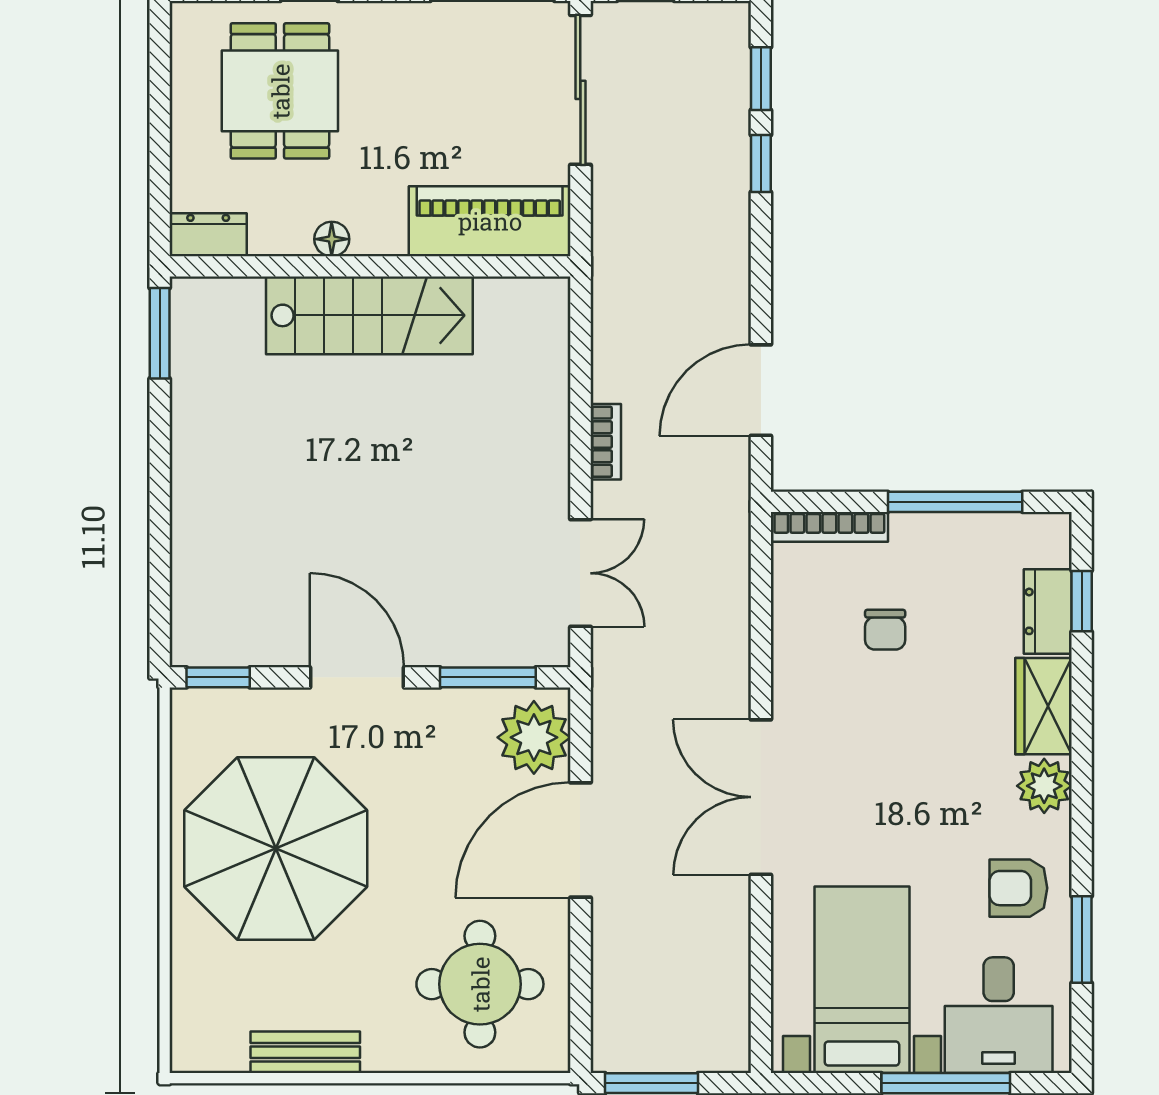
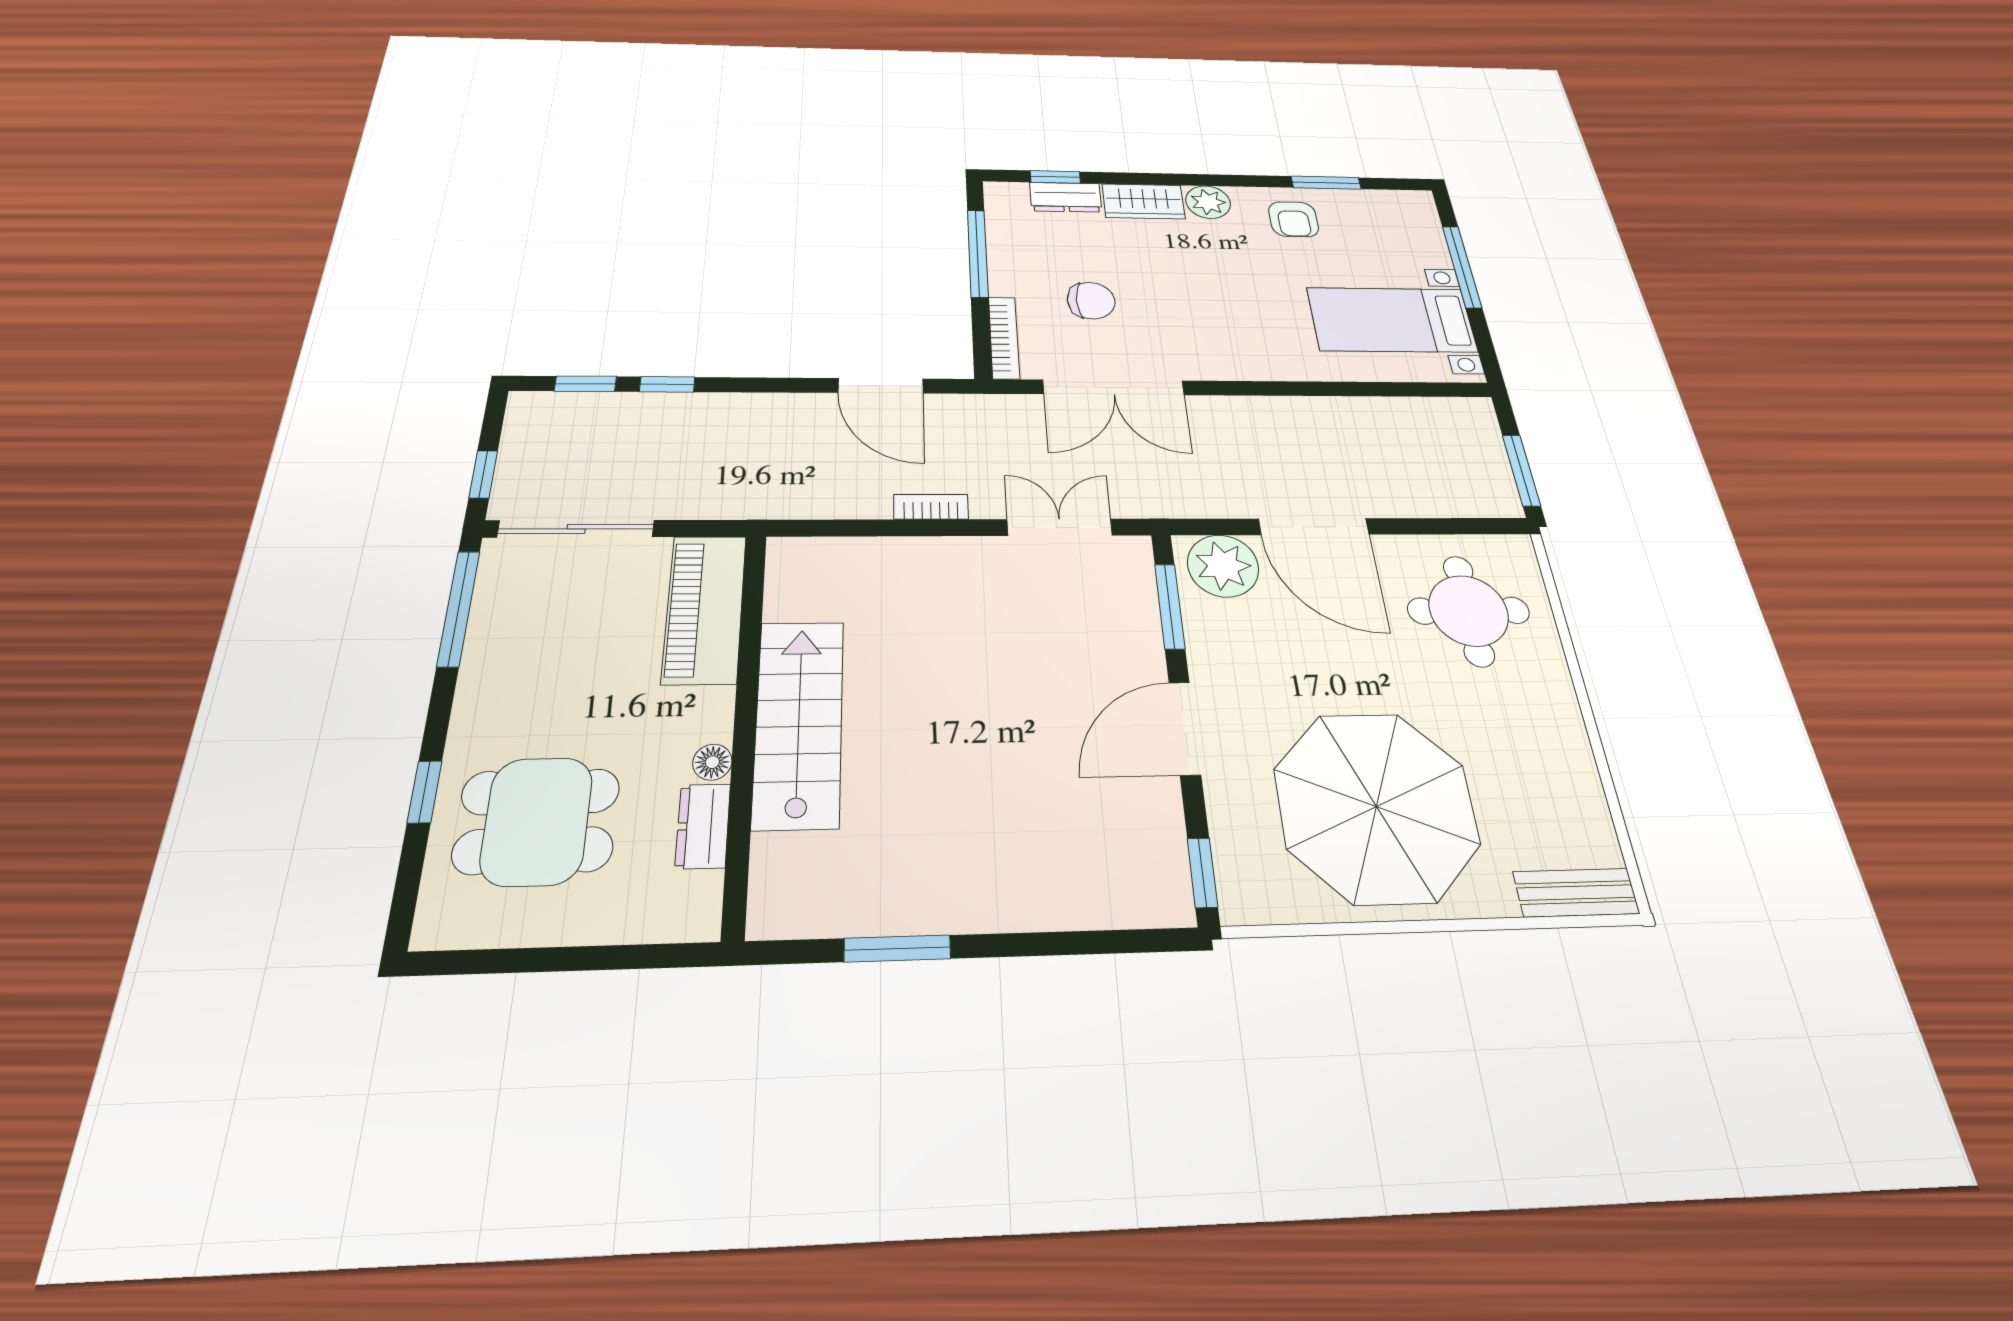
dresser: (208, 235) -> (703, 826), moved
window: (160, 333) -> (897, 948), moved
chair: (885, 630) -> (1091, 301), width x1.37, depth x1.37
double door: (761, 797) -> (1114, 387), moved
desk: (999, 1015) -> (1398, 233), removed
bench: (305, 1052) -> (1576, 893), moved, turned 90

